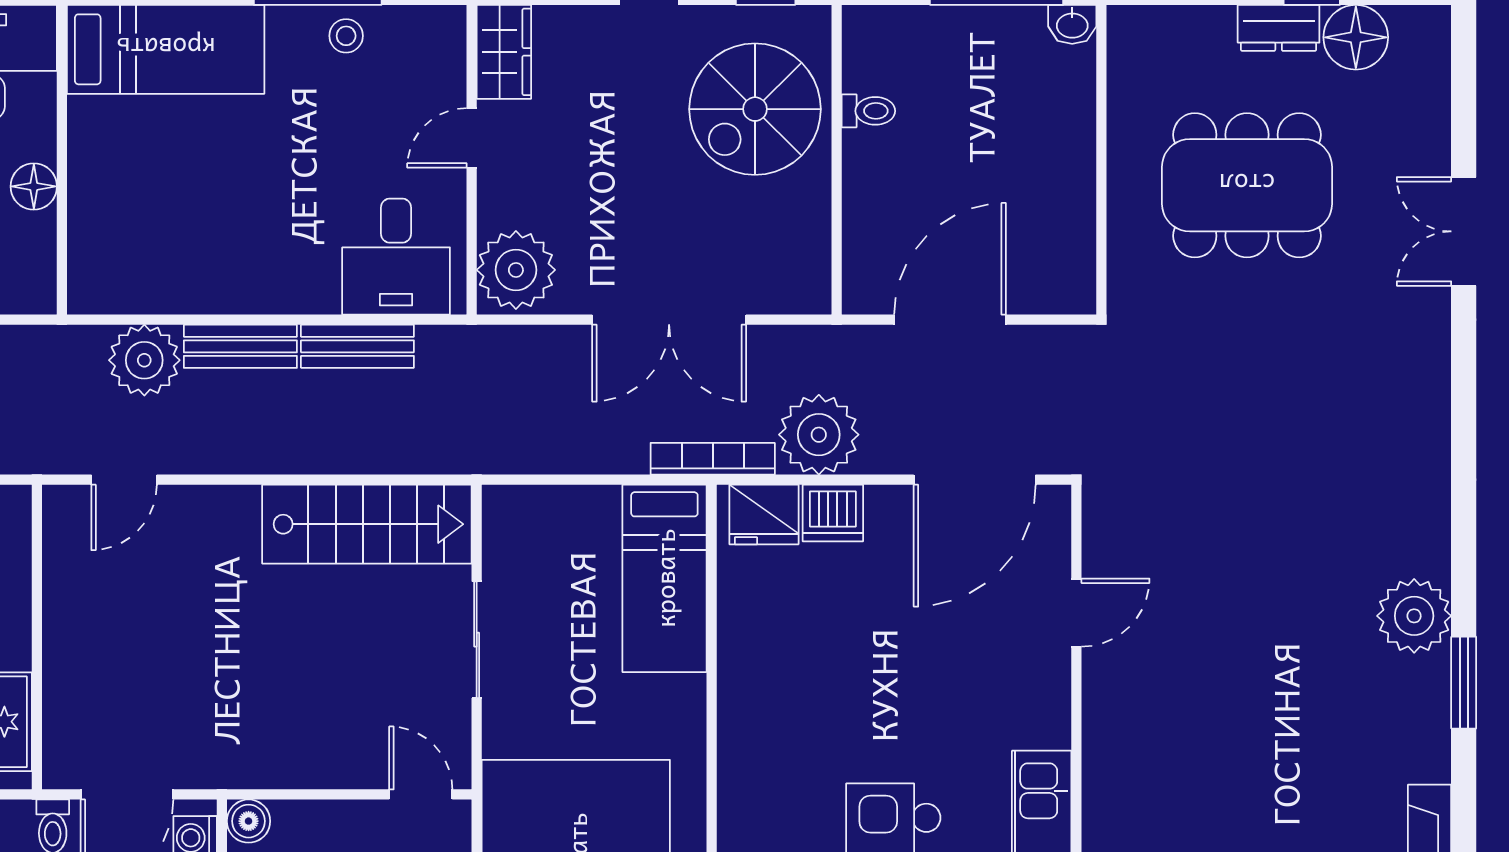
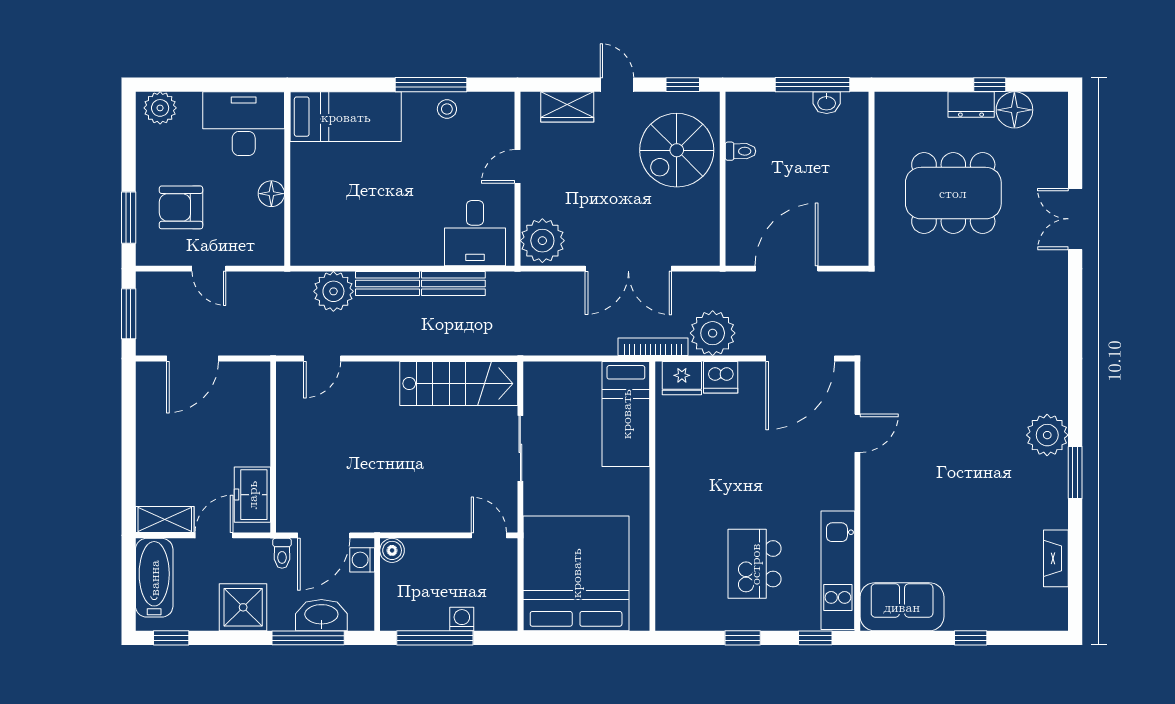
washbasin: (1072, 24) -> (827, 103), moved
wardrobe: (504, 52) -> (567, 107), moved, turned 90

